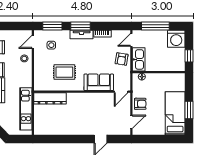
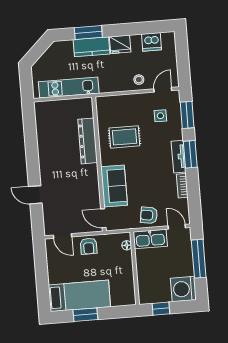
door: (33, 42) -> (163, 90), hinge flipped
rug: (64, 72) -> (124, 137), turned 90
dresser: (50, 98) -> (88, 141), moved

